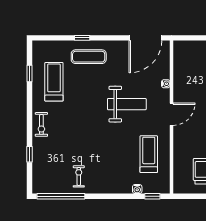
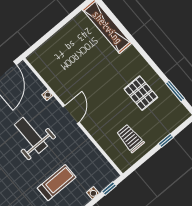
weight bench: (127, 104) -> (31, 135), turned -90
treadmill: (149, 154) -> (57, 183), moved, turned 90

